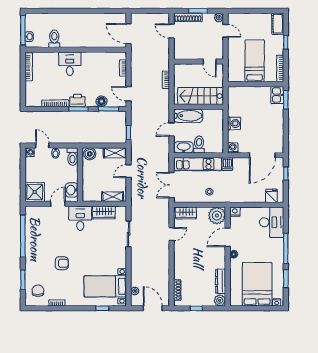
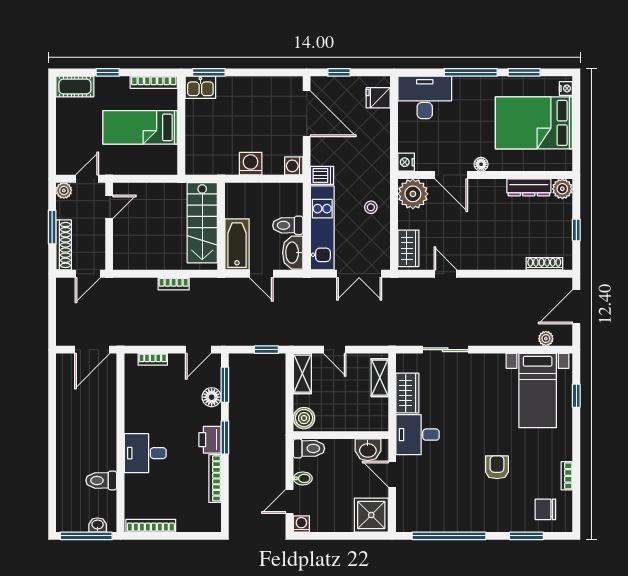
wall: (199, 61) -> (109, 226), moved
door: (210, 61) -> (109, 207), moved

